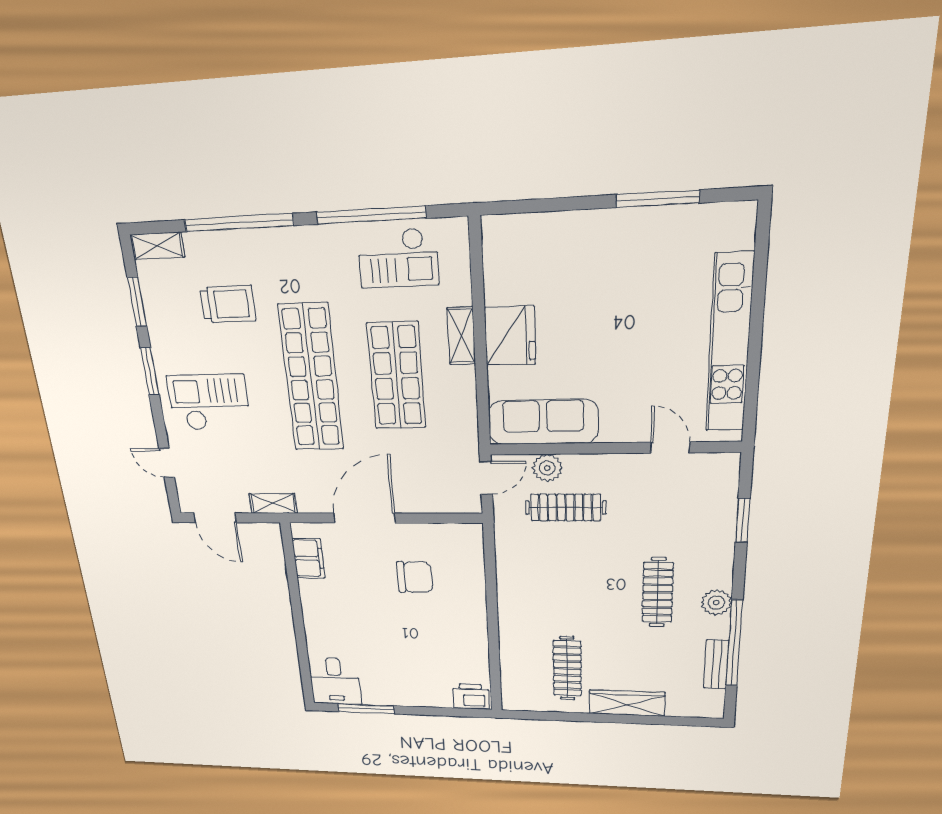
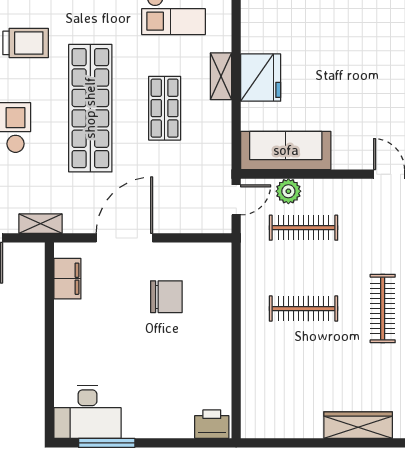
shop shelf: (397, 376) -> (165, 108), width x0.70, depth x0.74
clothes rail: (567, 668) -> (303, 309), moved, turned 90
desk: (335, 681) -> (87, 412), width x1.37

